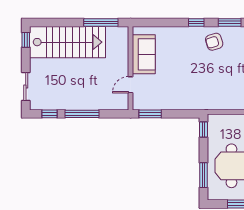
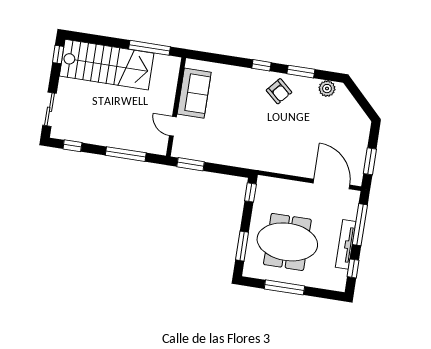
armchair: (214, 42) -> (279, 91), turned -122
door: (131, 85) -> (173, 126), hinge flipped
window: (82, 114) -> (126, 154), moved

